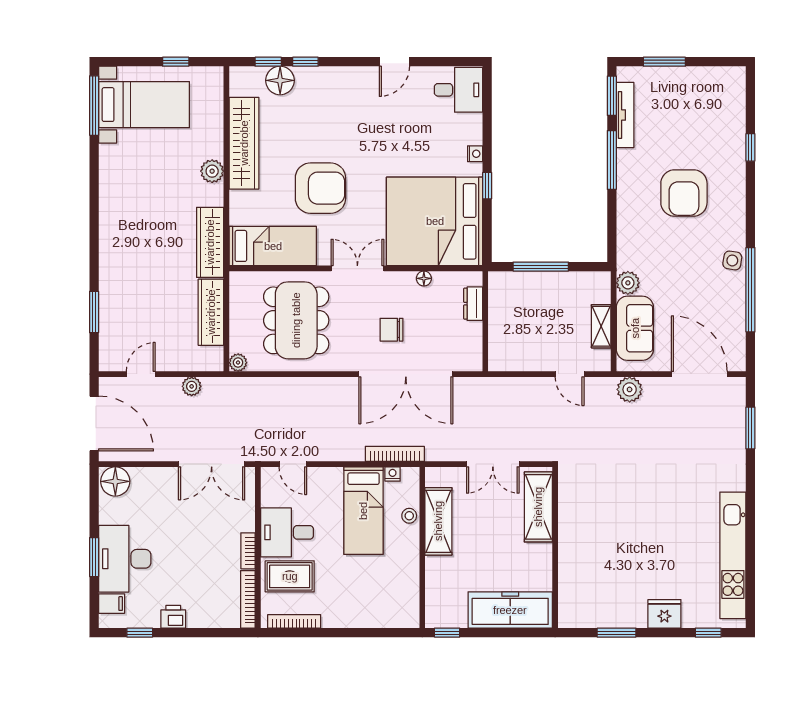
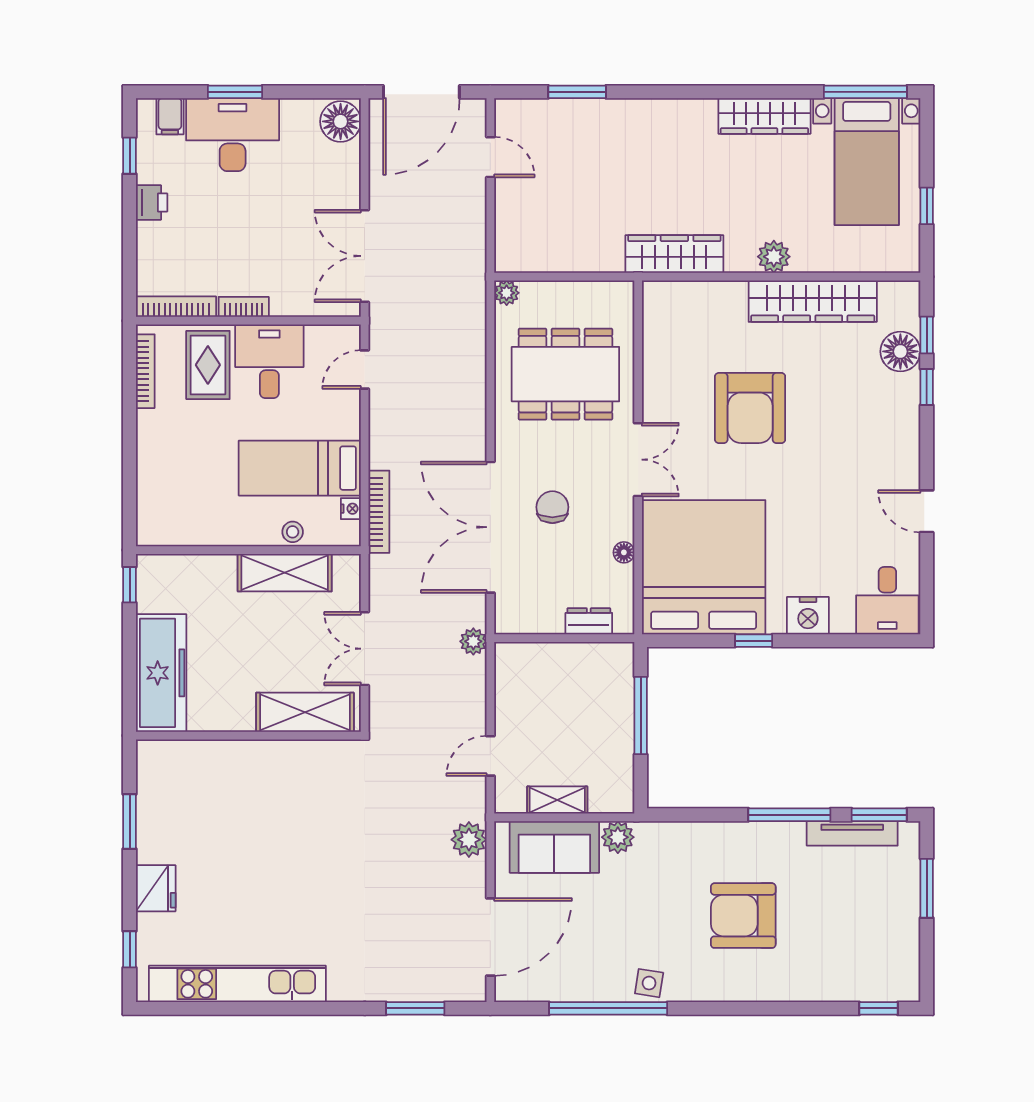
window: (750, 147) -> (879, 1008), moved
nightstand: (475, 154) -> (808, 616), width x1.89, depth x1.79
bed: (273, 246) -> (669, 341), removed
wardrobe: (211, 312) -> (764, 116), moved, turned 180
plant: (192, 386) -> (473, 641), moved

